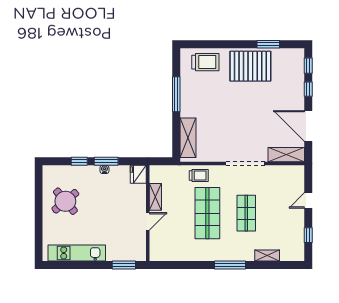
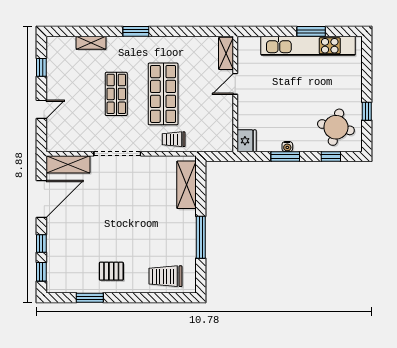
pallet: (250, 66) -> (111, 271), width x0.49, depth x0.50
door: (308, 126) -> (41, 199), hinge flipped
window: (79, 161) -> (331, 156), moved
shelving: (155, 197) -> (226, 53), moved
window: (39, 199) -> (367, 111), added
round table: (65, 201) -> (336, 127), moved, turned -37
kitchen unit: (77, 253) -> (308, 46), width x1.36
window: (124, 265) -> (311, 31), moved
window: (230, 265) -> (136, 31), width x0.69

